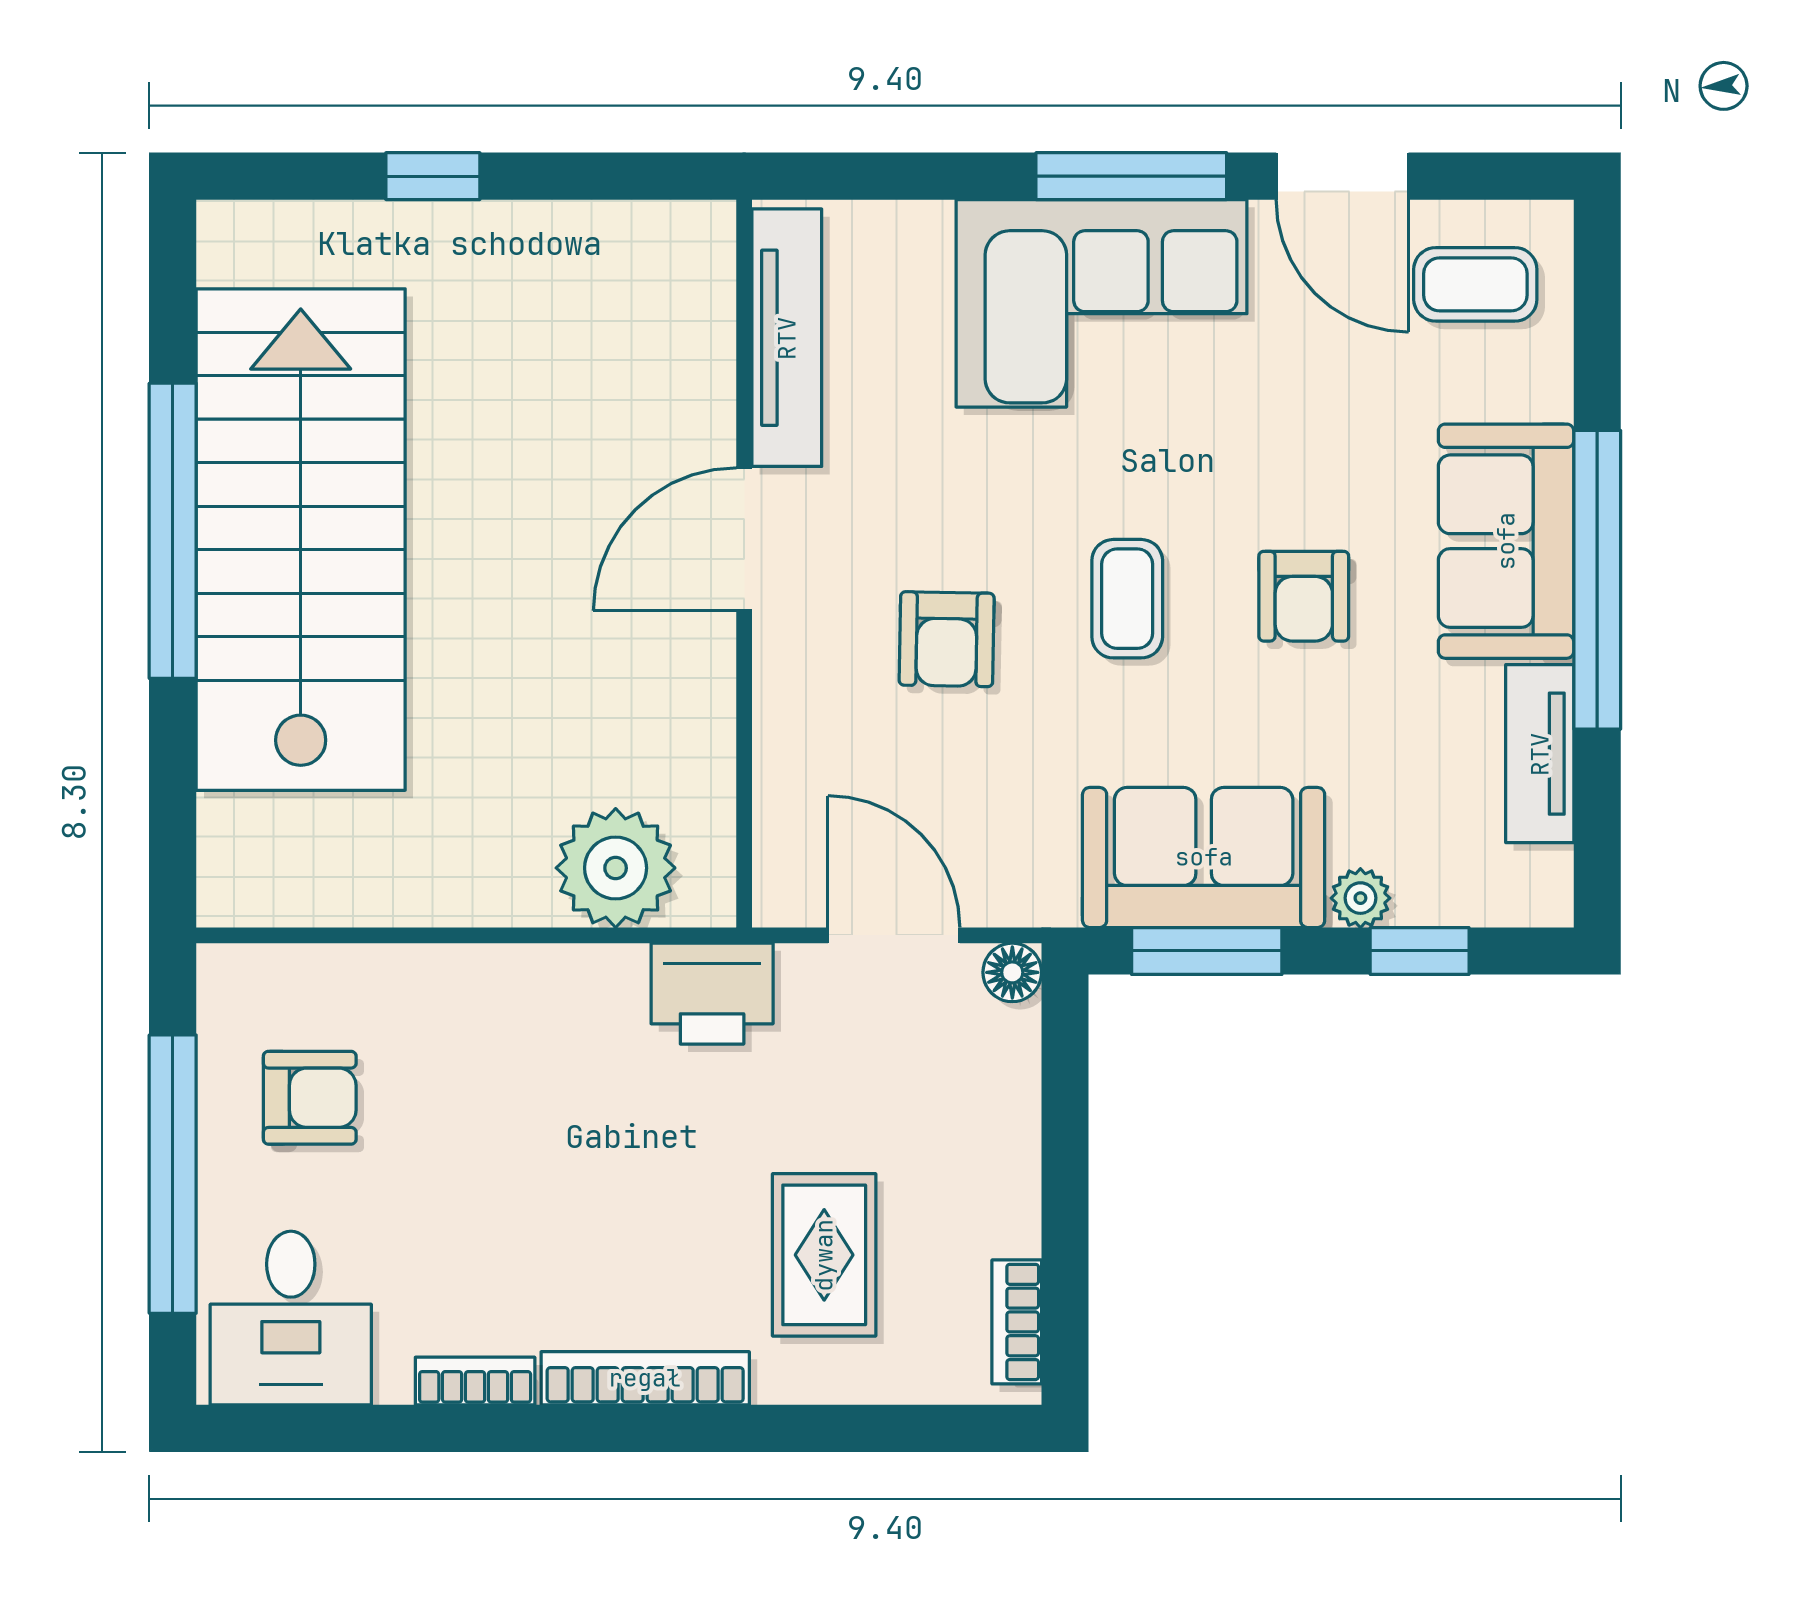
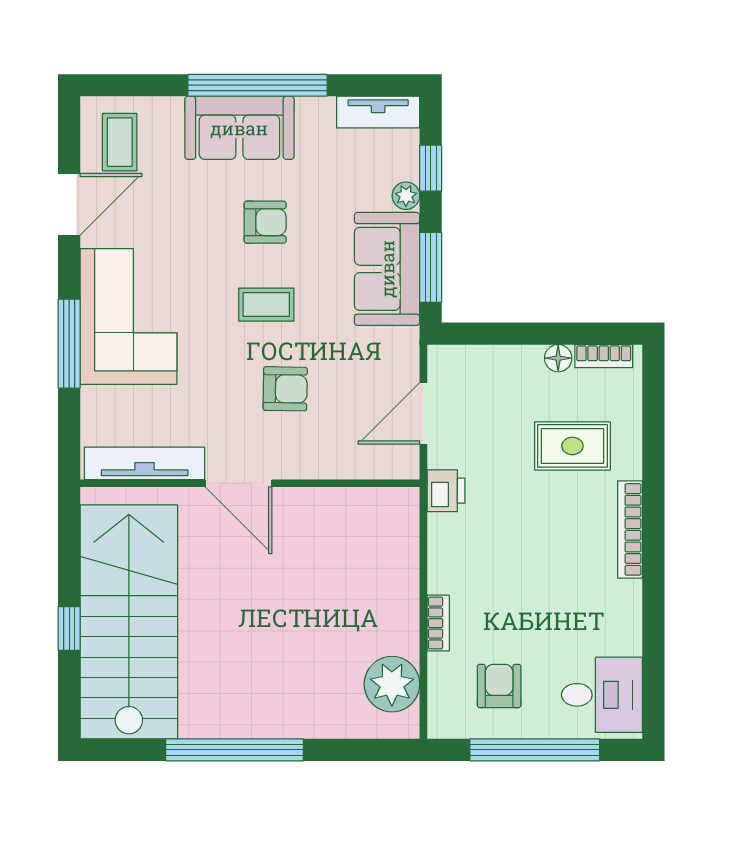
window: (1131, 176) -> (69, 344), moved
stairs: (301, 540) -> (129, 622), moved, turned 90
tv unit: (1540, 754) -> (378, 112), moved
plant: (616, 868) -> (392, 684), moved
floor lamp: (1012, 972) -> (558, 358), moved
printer: (712, 994) -> (446, 491), width x0.73, depth x0.81
bookcase: (475, 1381) -> (438, 623), moved, turned 180

